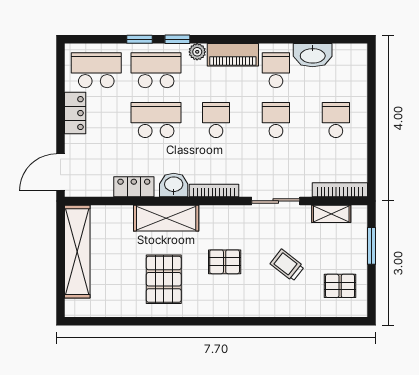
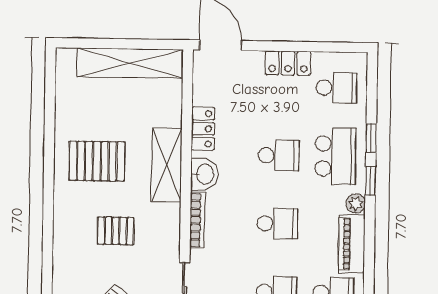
school desk: (96, 70) -> (337, 88), width x0.54
school desk: (156, 120) -> (279, 155), width x0.54
pallet: (225, 262) -> (116, 231), turned 90

